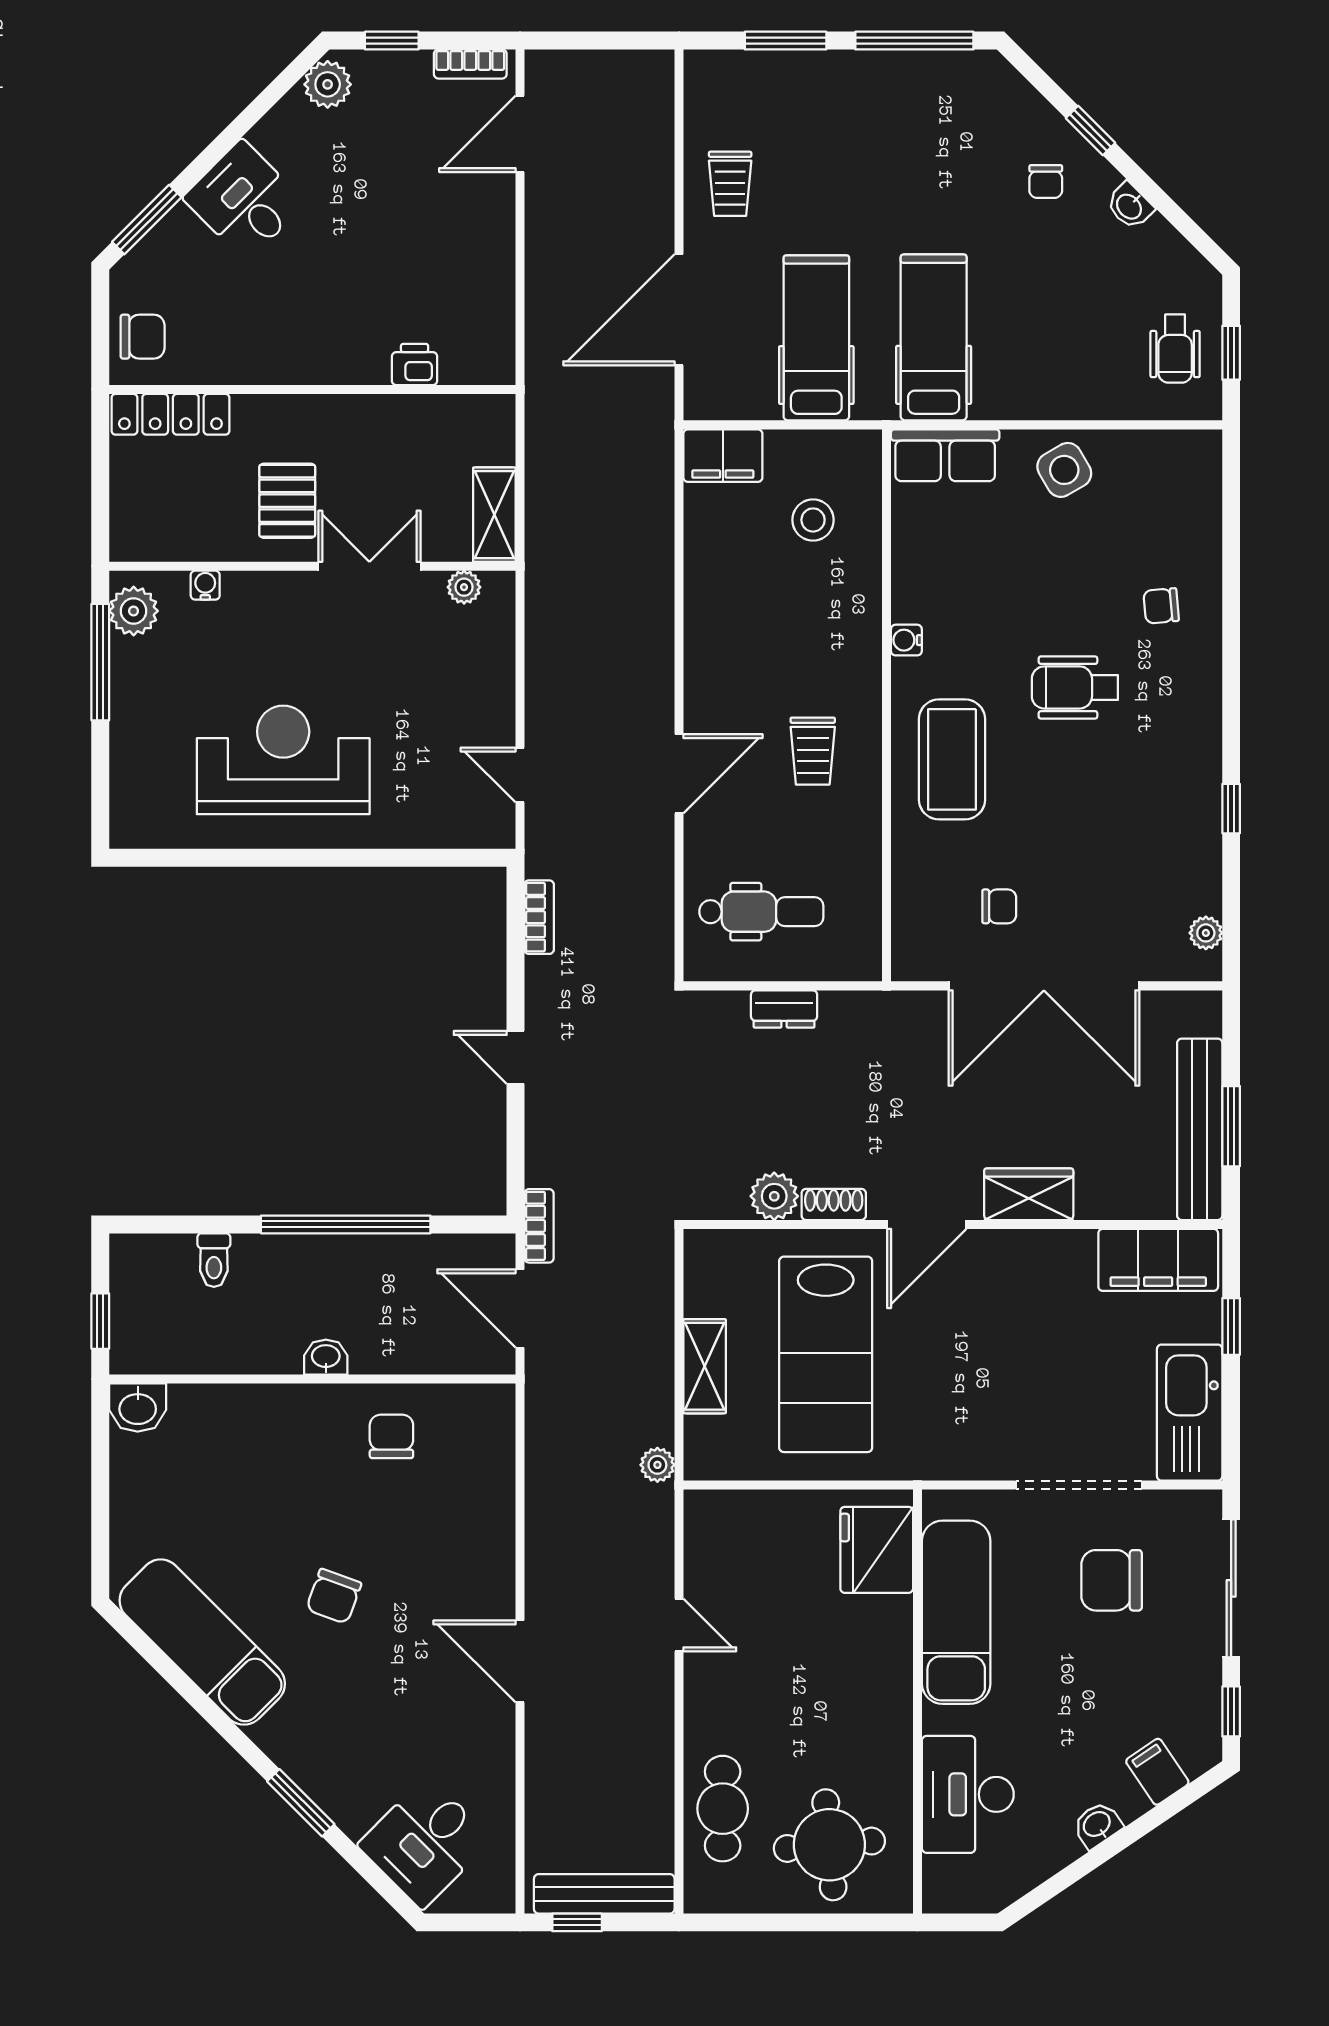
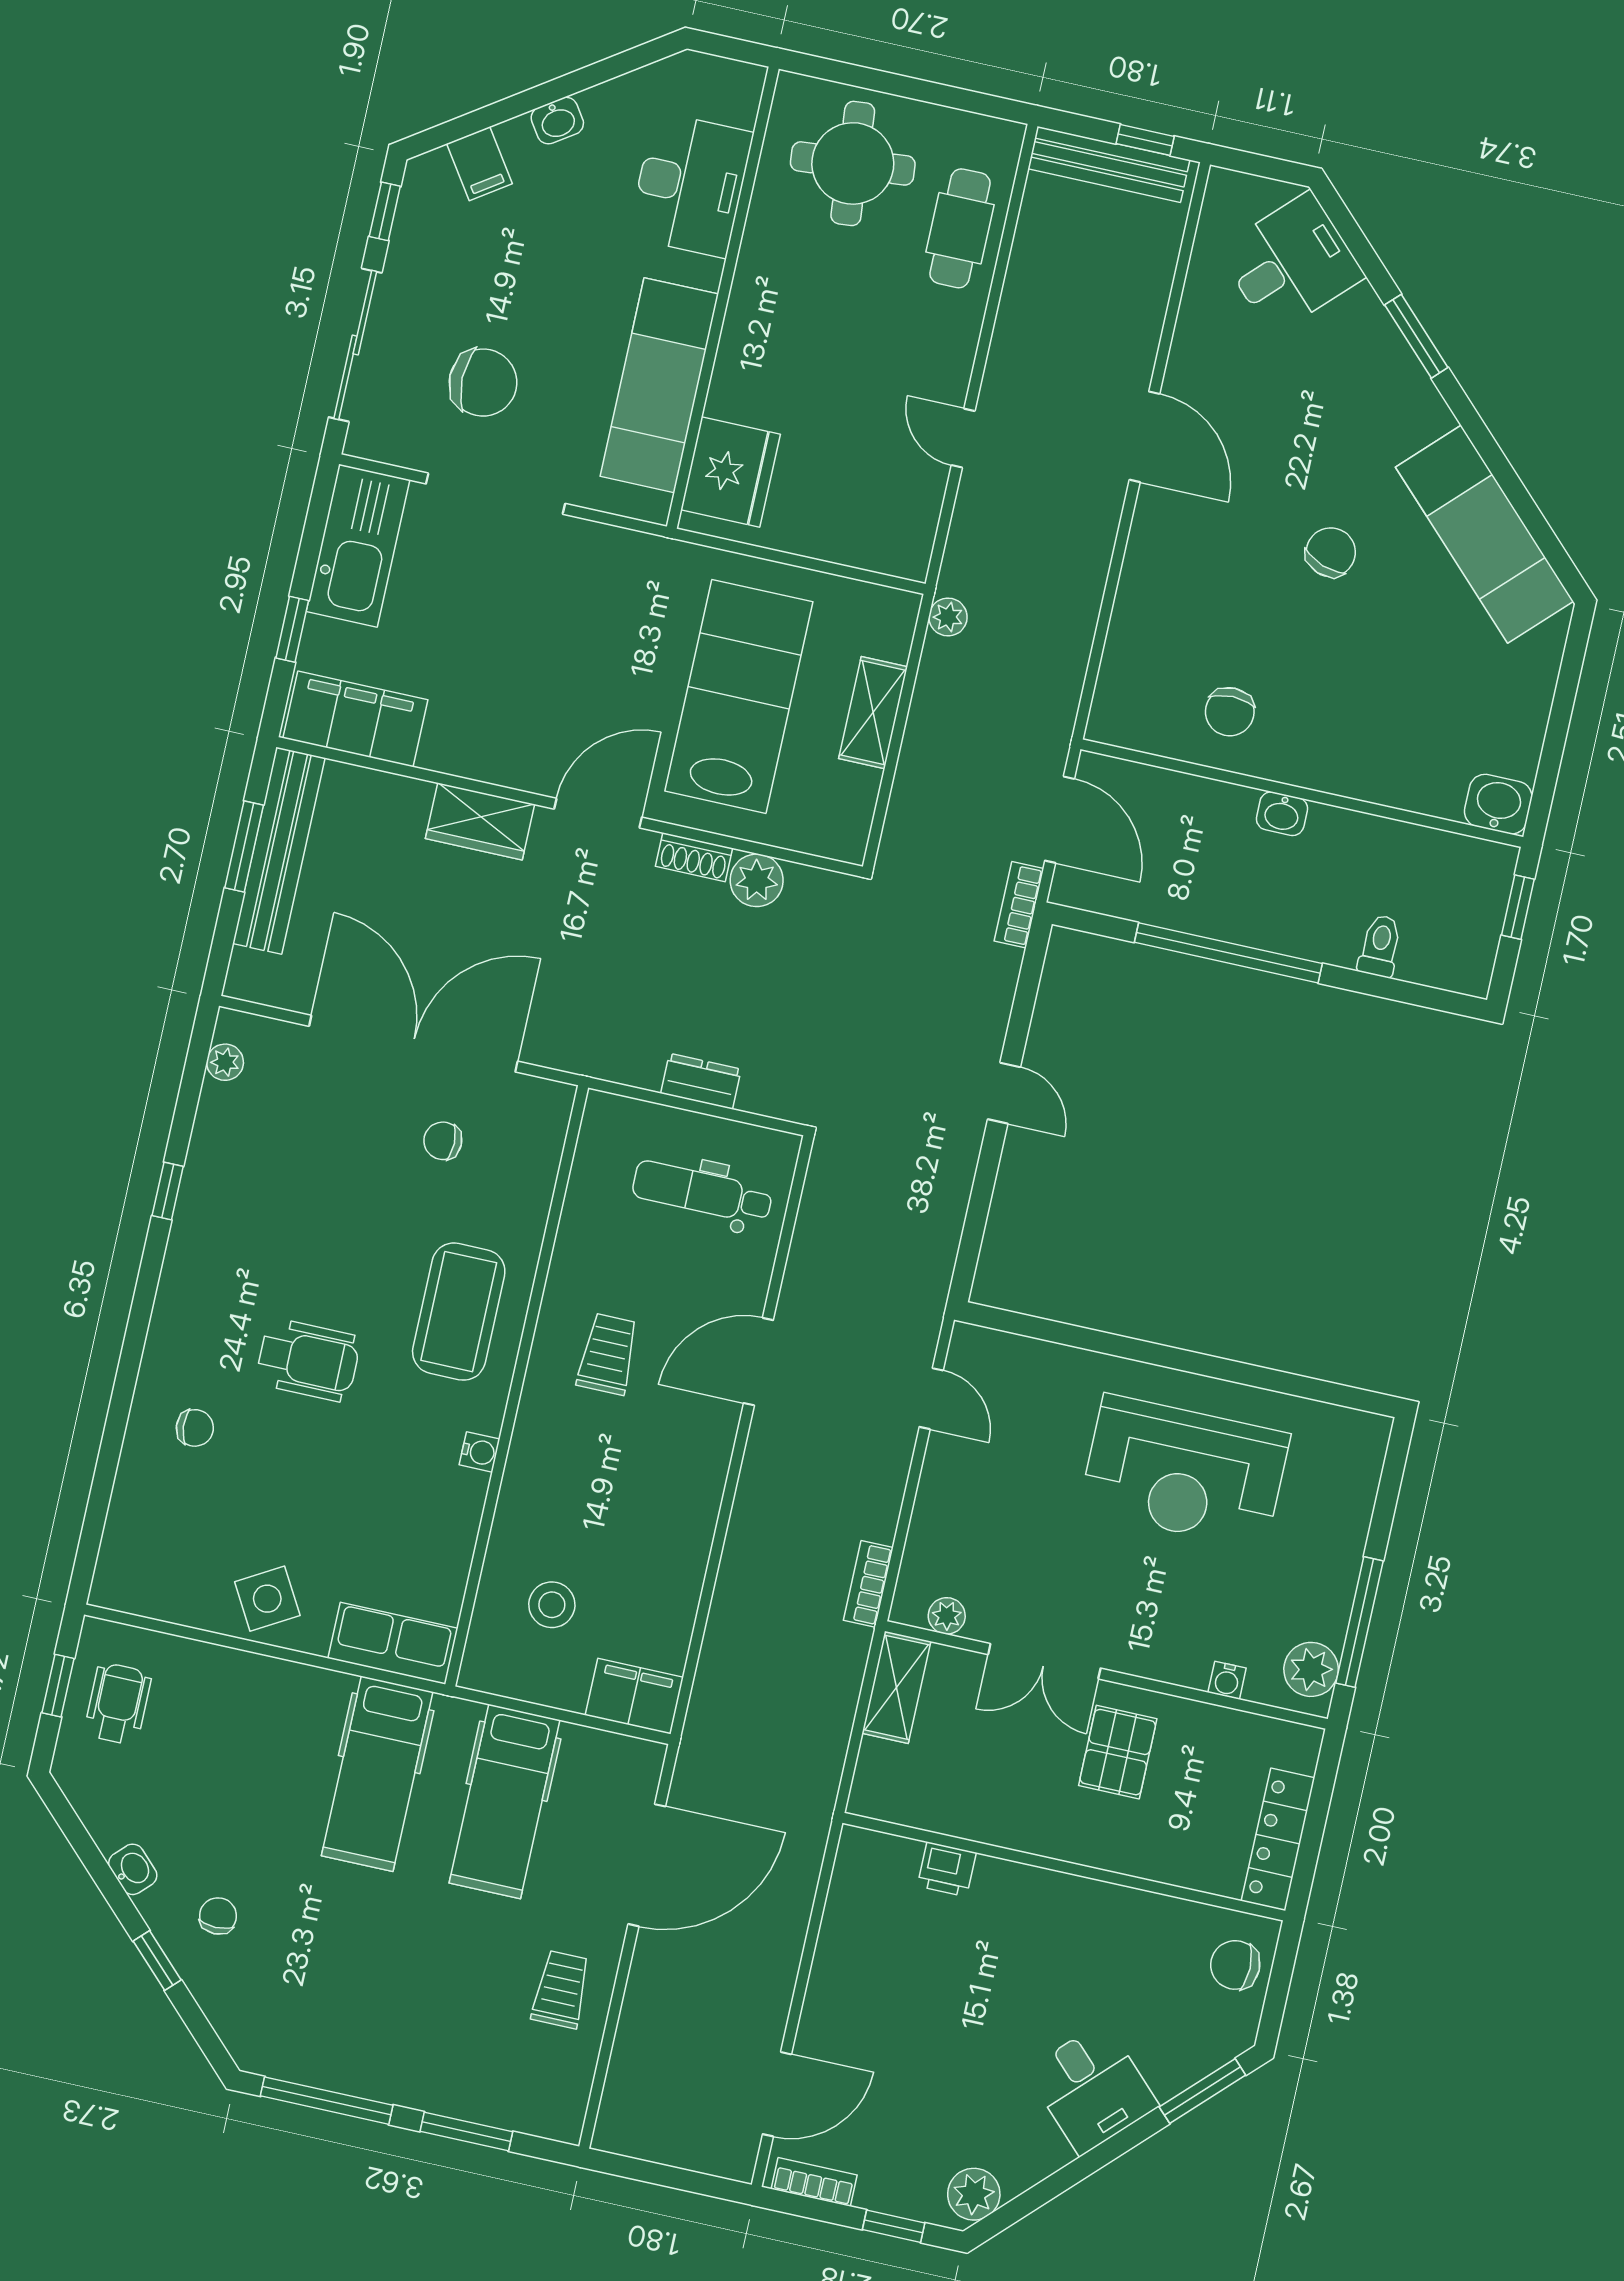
locker: (170, 414) -> (1278, 1839), moved, turned -90
bookcase: (539, 917) -> (868, 1584), moved

